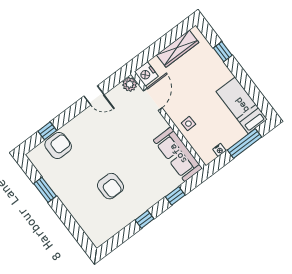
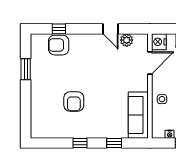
plant: (130, 84) -> (127, 40), moved
armchair: (58, 146) -> (59, 45), turned 180

